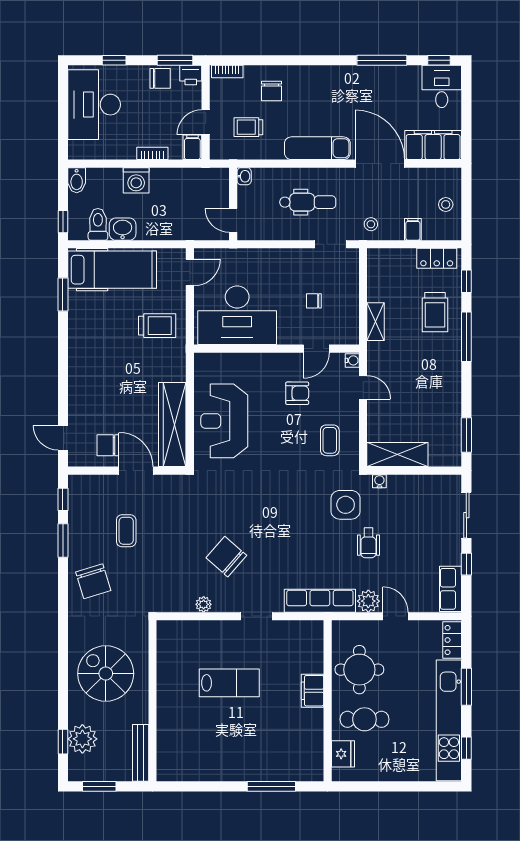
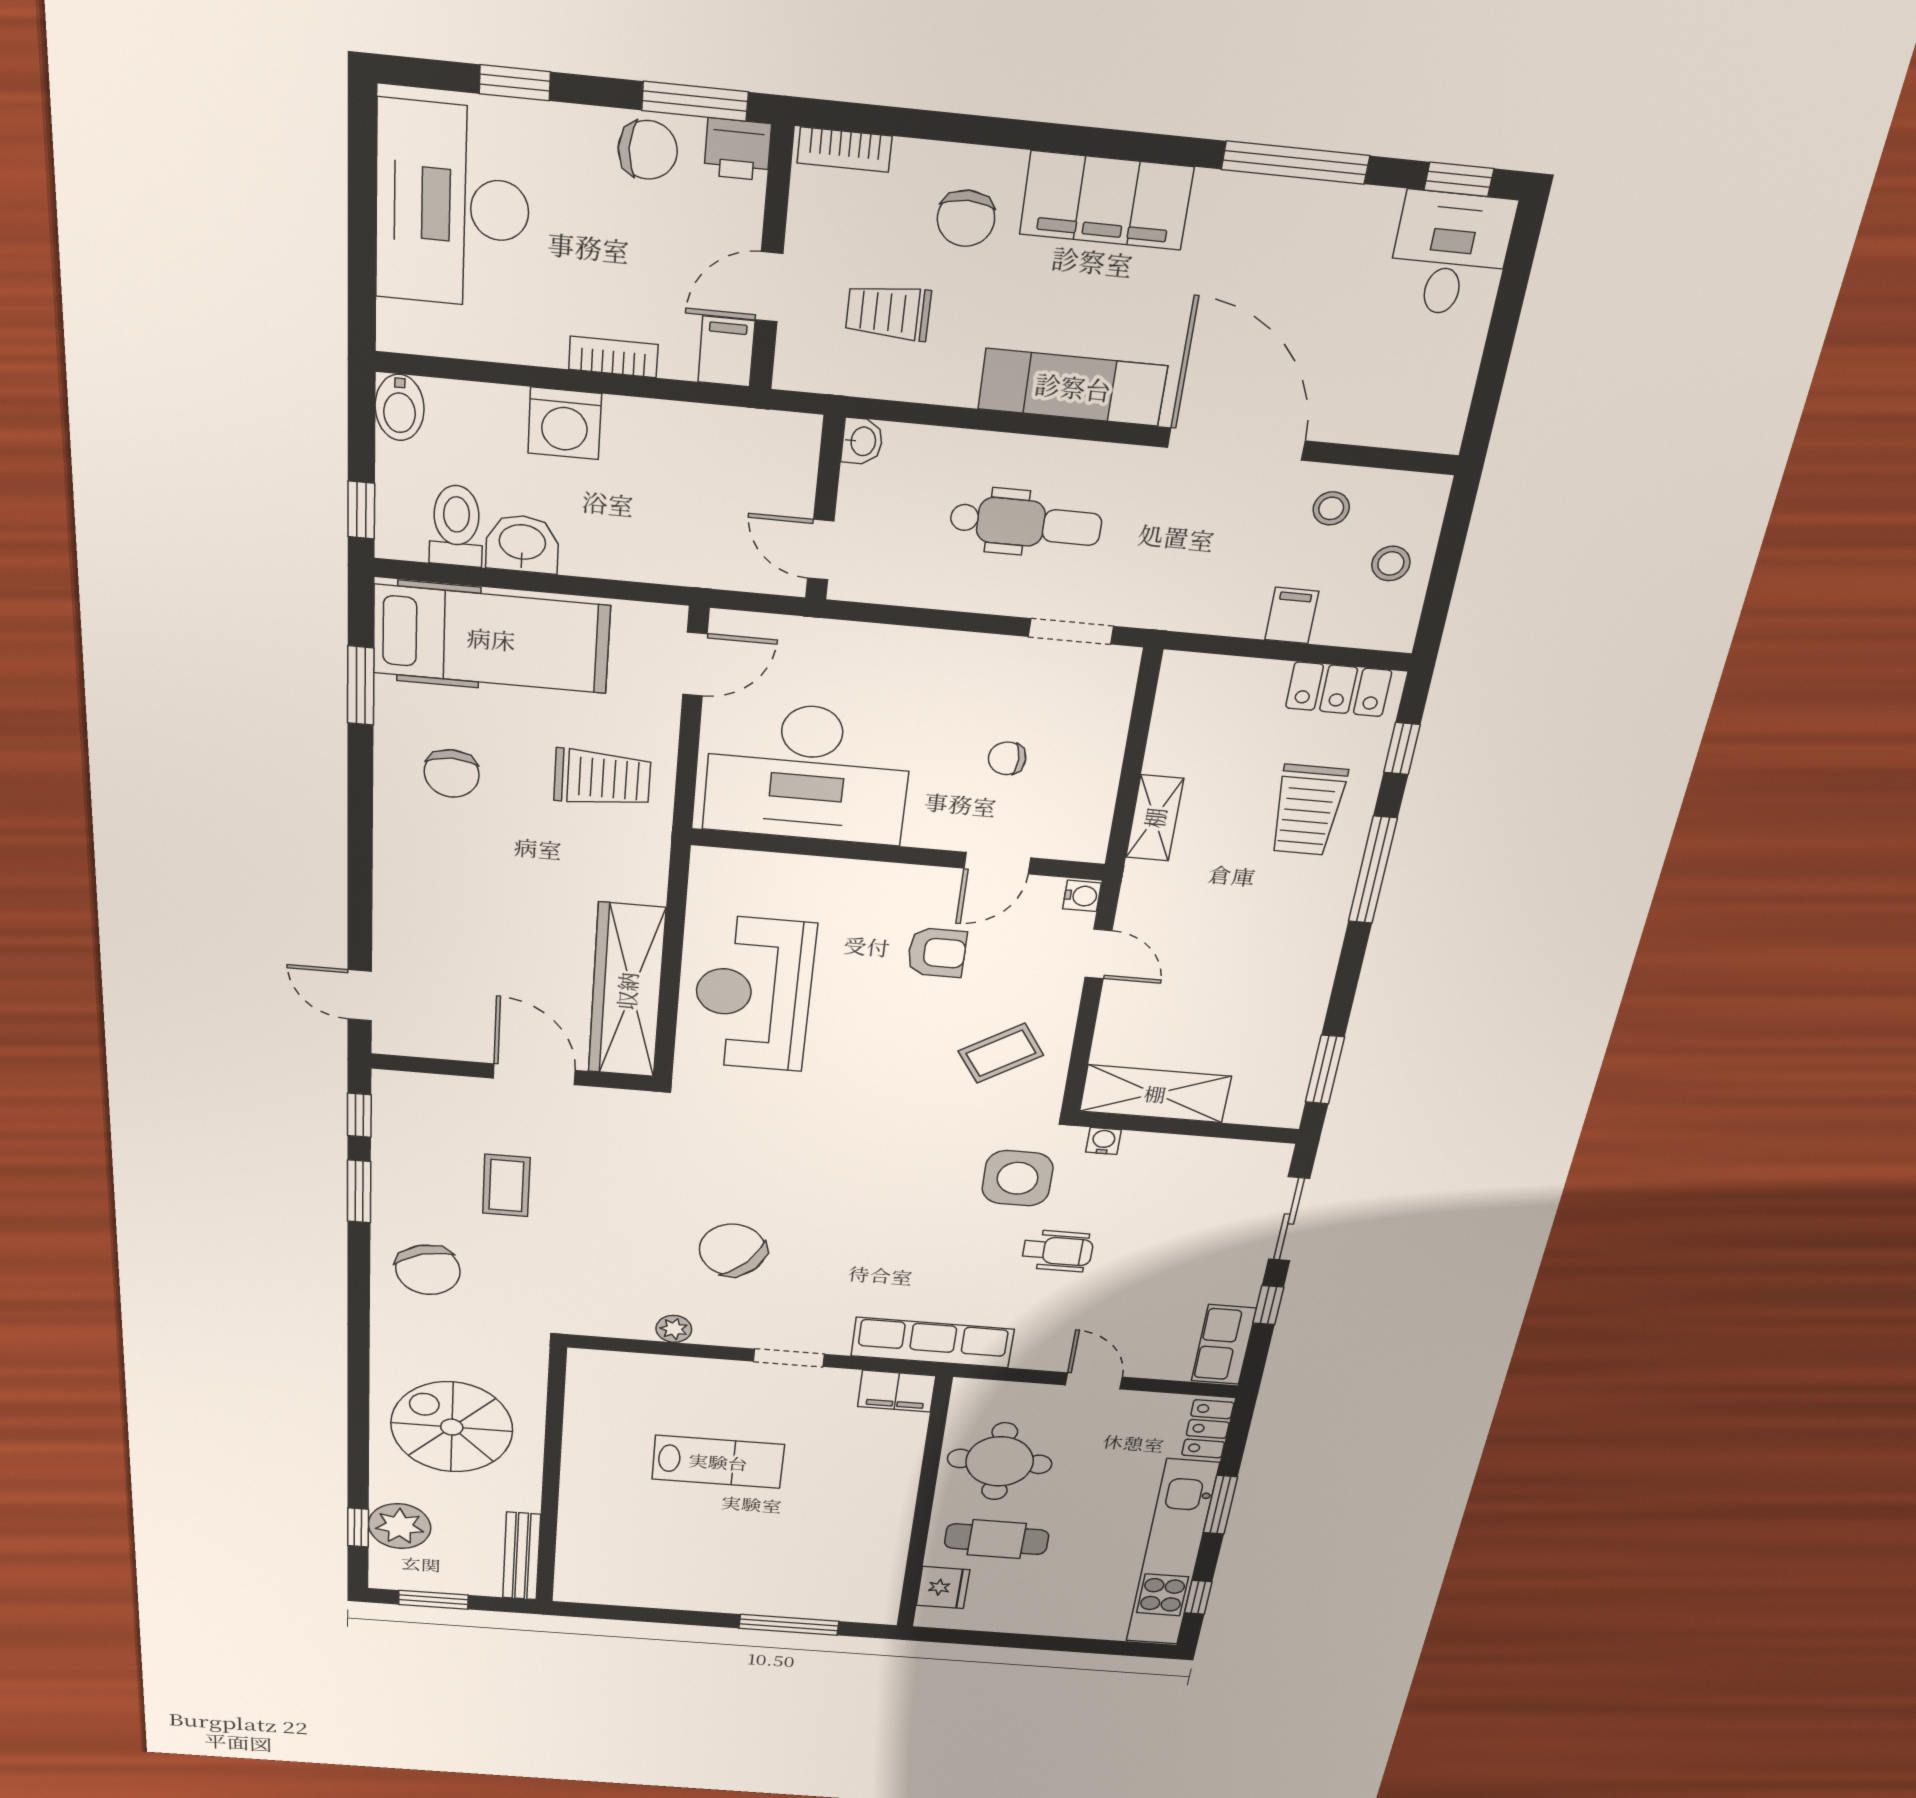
filing cabinet: (433, 145) -> (1106, 201), moved, turned 180
stool: (371, 224) -> (1331, 508), moved
coffee table: (330, 440) -> (1001, 1053), turned 57
chair: (108, 445) -> (452, 773), moved, turned -90
wheelchair: (368, 543) -> (1058, 1251), turned -90
plant: (368, 601) -> (1039, 1351), removed
filing cabinet: (313, 691) -> (897, 1391), moved, turned -90

